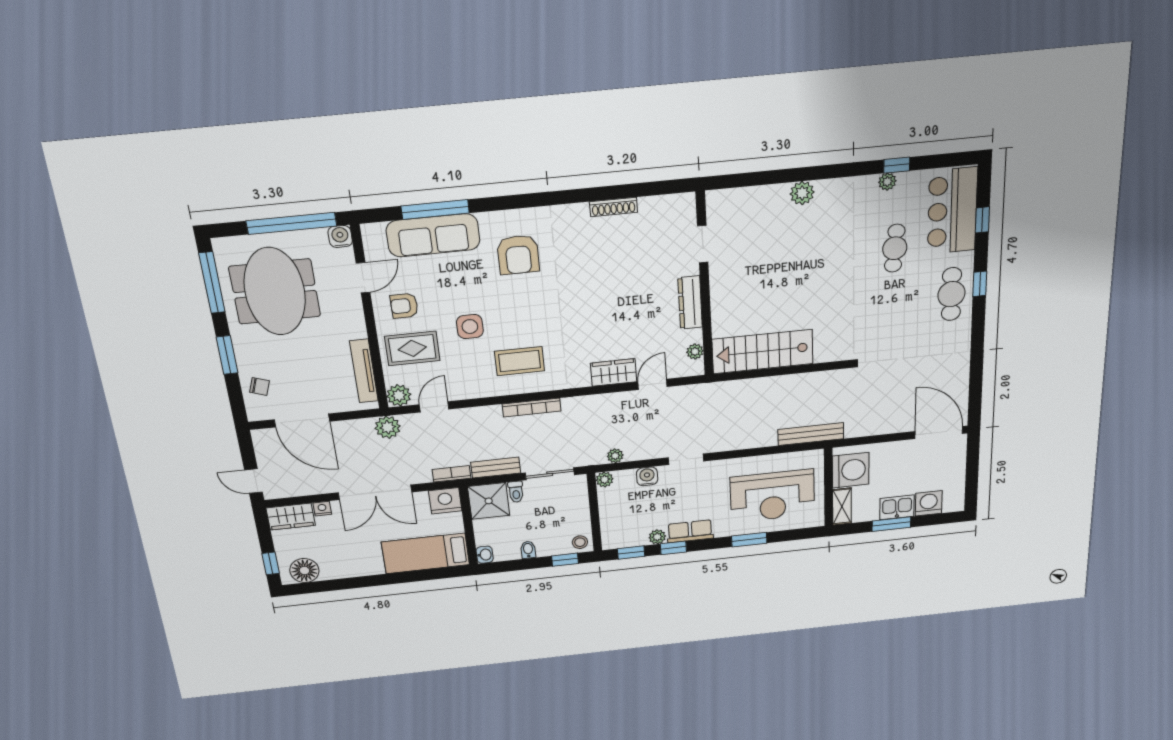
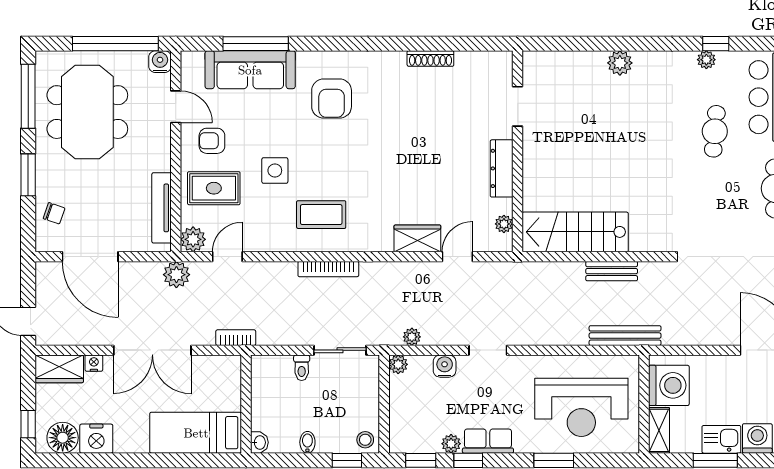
door: (363, 278) -> (176, 107), hinge flipped
bench: (496, 468) -> (612, 271), moved
nightstand: (445, 501) -> (96, 439), moved, turned 180
shower: (489, 501) -> (271, 376), removed

